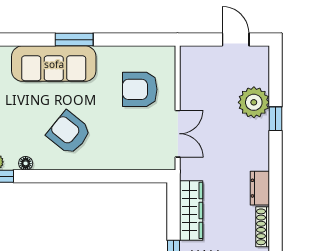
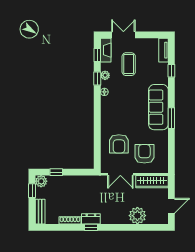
window: (276, 119) -> (91, 227), moved
armchair: (69, 133) -> (119, 144), moved, turned 141
wardrobe: (191, 210) -> (152, 182), moved

